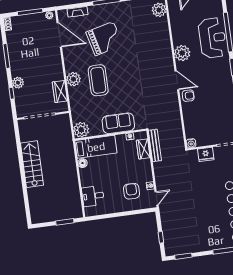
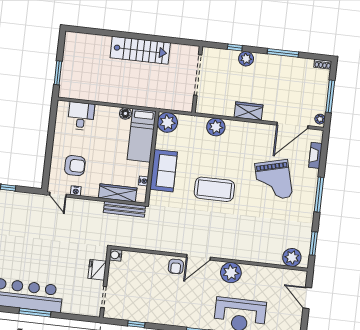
plant: (73, 79) -> (216, 127), moved
coffee table: (98, 80) -> (214, 189), moved
wardrobe: (60, 92) -> (248, 111), moved
wardrobe: (143, 149) -> (118, 193), width x1.50

